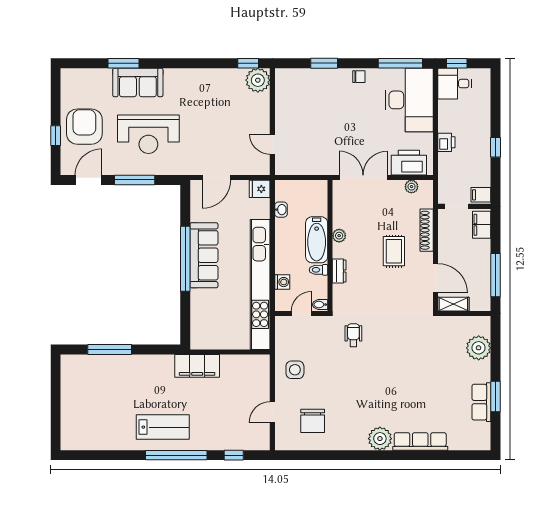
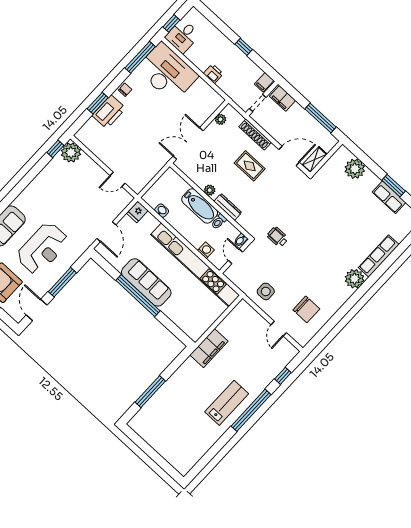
printer: (409, 163) -> (109, 112), moved, turned 180
dresser: (339, 271) -> (228, 207), width x1.44

